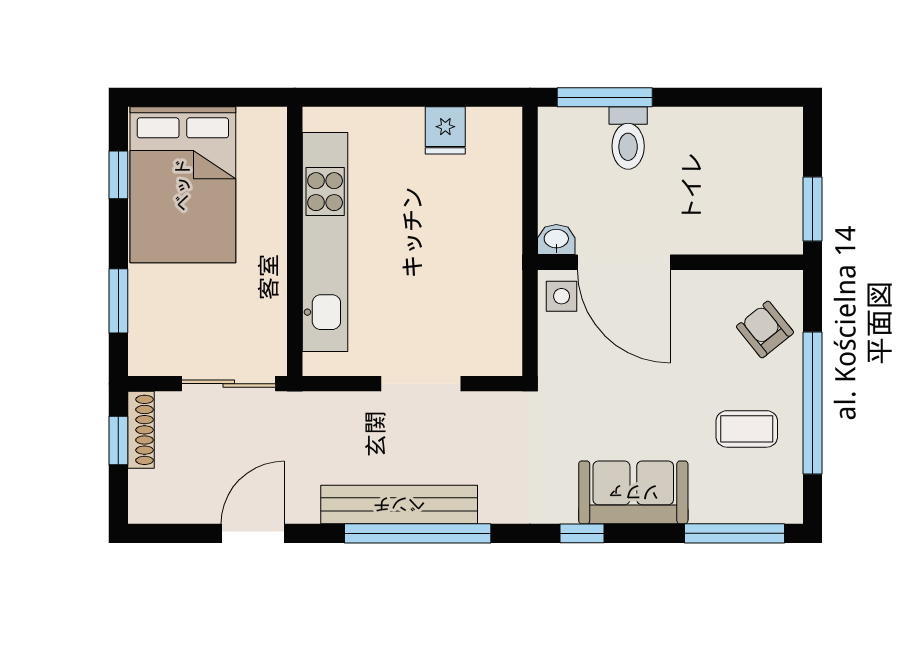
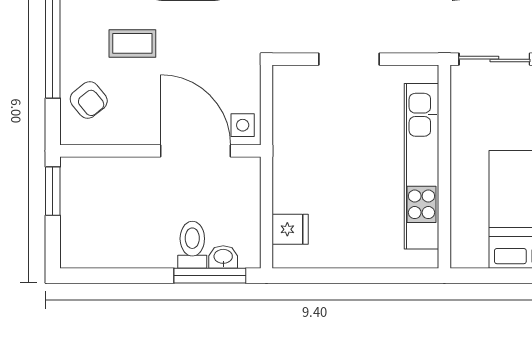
fridge: (445, 130) -> (290, 229), moved, turned 90
washbasin: (556, 240) -> (223, 257), moved, turned 180
coffee table: (747, 429) -> (132, 43), moved

